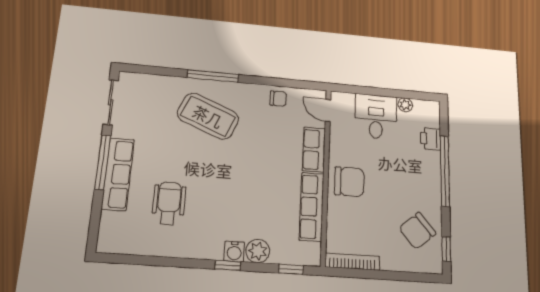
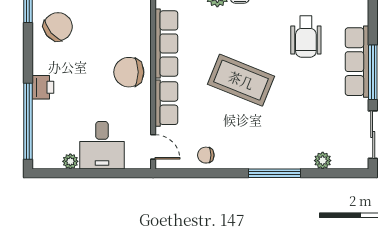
plant: (164, 83) -> (323, 161), added
coffee table: (208, 116) -> (241, 80), moved
printer: (431, 139) -> (43, 87), moved
window: (445, 171) -> (28, 121), moved

